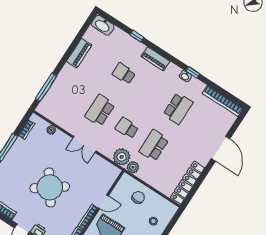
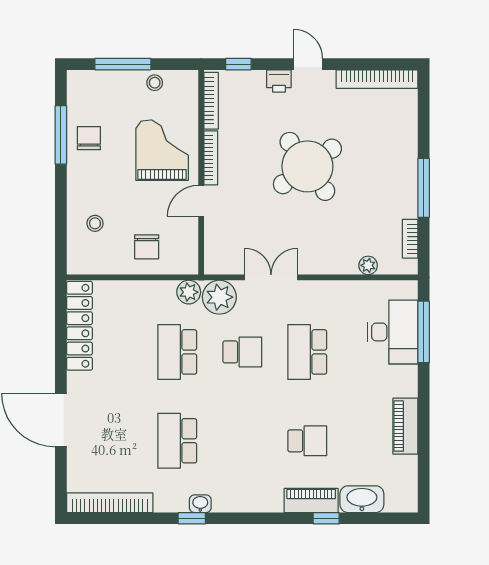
washbasin: (103, 25) -> (362, 499), moved
piano: (156, 59) -> (311, 500), moved
desk: (59, 96) -> (393, 332), added
school desk: (100, 110) -> (307, 352), turned 180
double door: (84, 144) -> (271, 277), moved
school desk: (154, 145) -> (177, 352), turned 180

